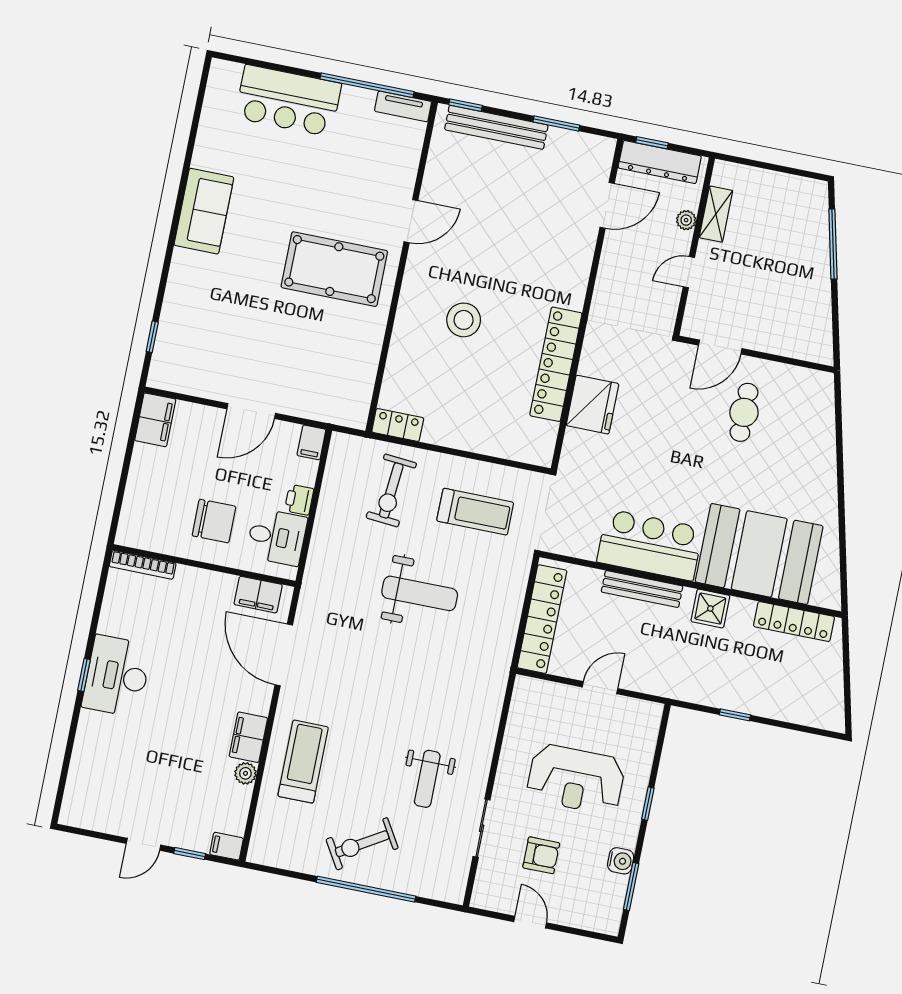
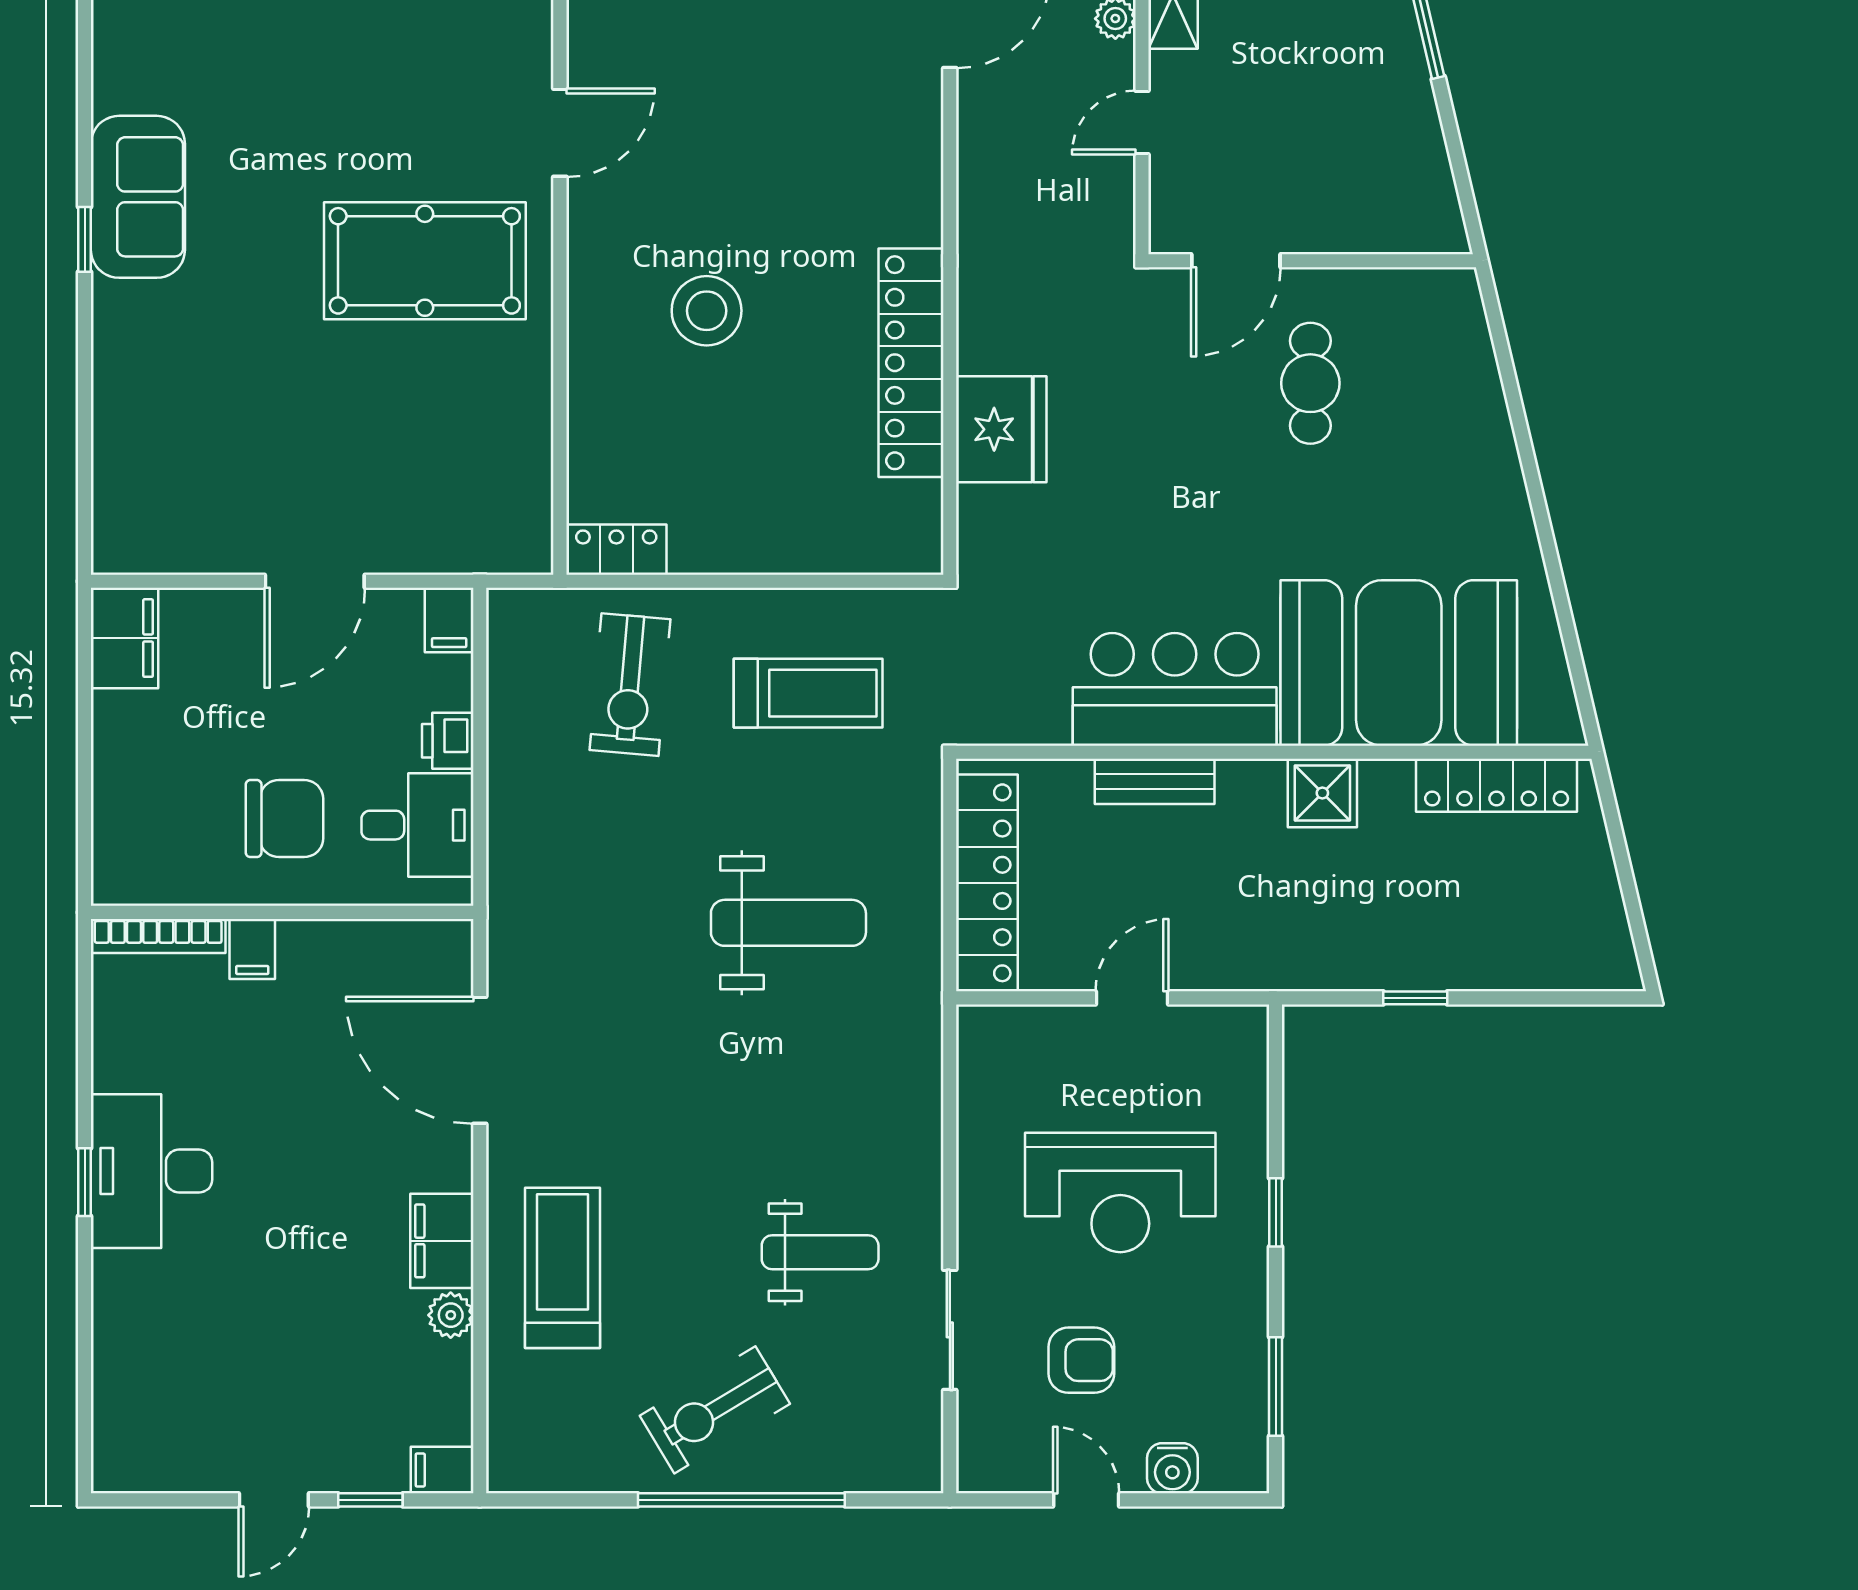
window: (152, 337) -> (85, 239), moved
bench: (642, 589) -> (1155, 781), width x0.73
weight bench: (420, 593) -> (788, 923), moved
filing cabinet: (258, 595) -> (252, 949), moved, width x0.50
weight bench: (427, 779) -> (820, 1252), turned -90
water cooler: (621, 861) -> (1172, 1468), moved, turned 90

